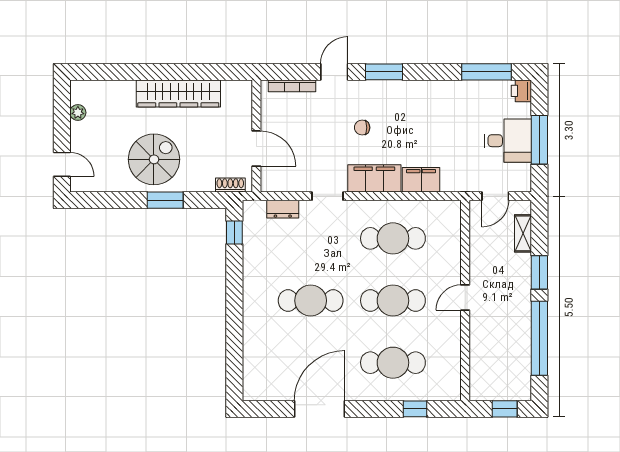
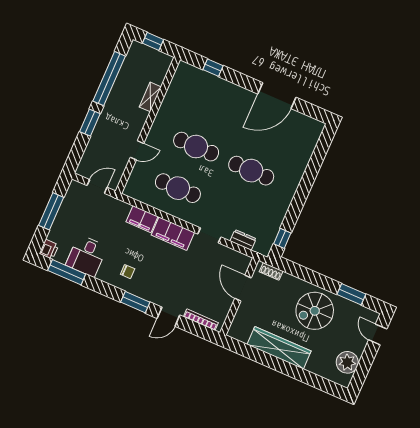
plant: (78, 113) -> (347, 362), width x1.88, depth x1.88
chair: (362, 128) -> (128, 272), moved
desk: (508, 141) -> (86, 256), moved, turned -90
window: (165, 200) -> (351, 294), moved
shelving: (523, 233) -> (150, 97), moved
door: (465, 297) -> (137, 150), moved
cafe table: (393, 363) -> (214, 105), removed

